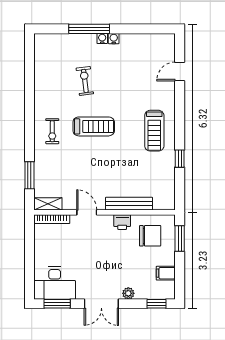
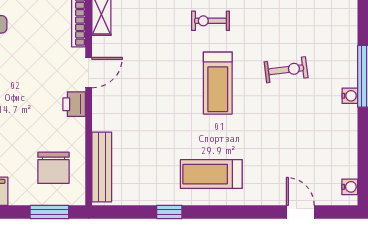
water cooler: (114, 39) -> (350, 187), moved
bench: (129, 204) -> (102, 167), moved
printer: (122, 222) -> (74, 104), moved

